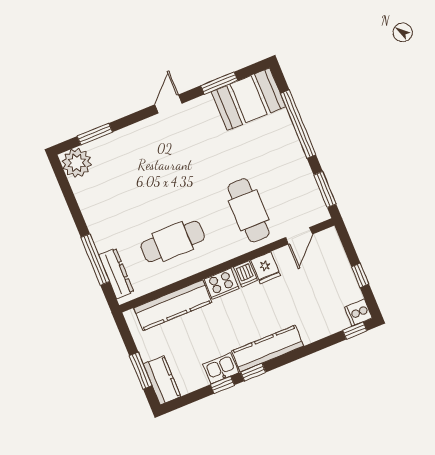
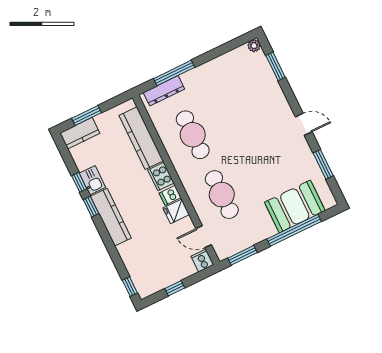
booth: (249, 99) -> (295, 206), moved, turned 90
plant: (77, 163) -> (254, 46), width x0.53, depth x0.53
cafe table: (249, 210) -> (222, 195), turned 90
cooker: (358, 313) -> (202, 261), moved

